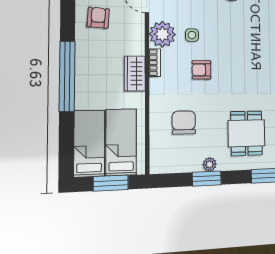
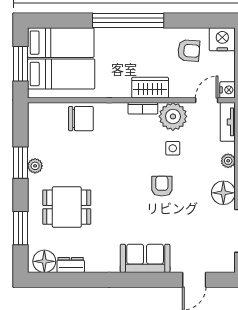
armchair: (201, 70) -> (162, 186), moved
wardrobe: (135, 74) -> (150, 88), moved
chair: (184, 123) -> (81, 119), moved

